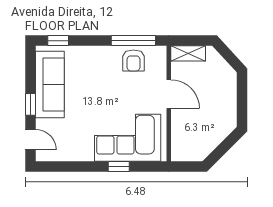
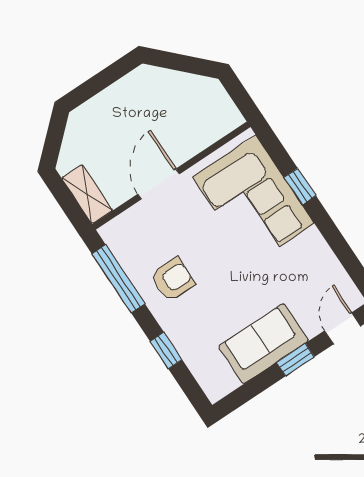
window: (58, 41) -> (166, 351), moved
armchair: (133, 60) -> (173, 280), moved
sofa: (50, 85) -> (263, 344), width x0.73

